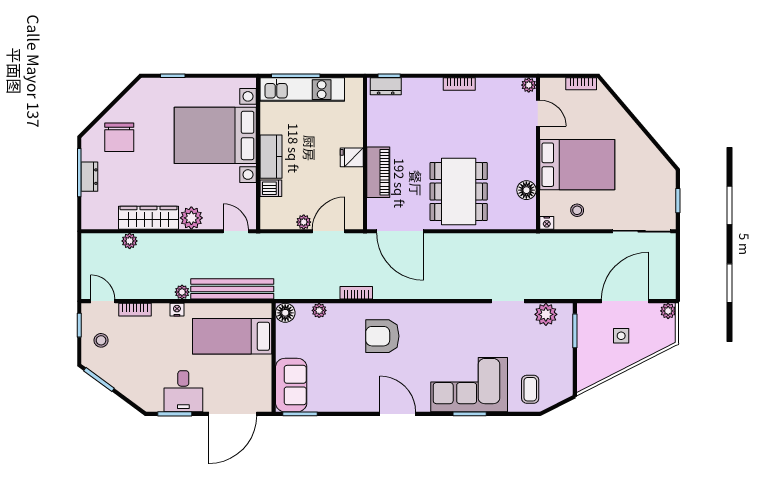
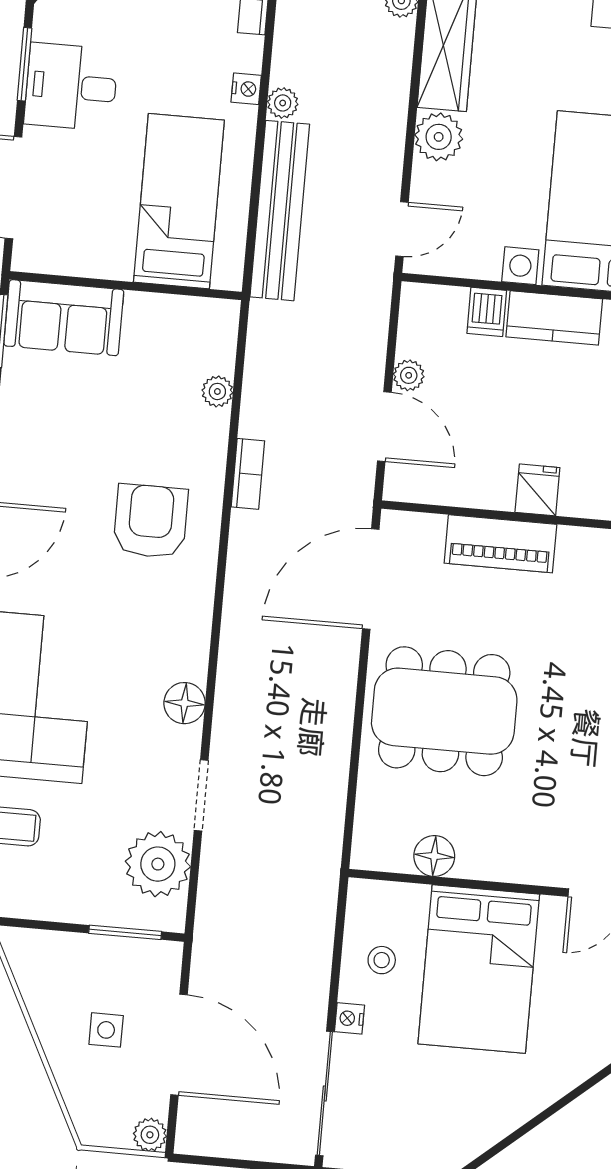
nightstand: (547, 223) -> (350, 1018), moved
floor lamp: (285, 313) -> (185, 703), moved
plant: (546, 314) -> (158, 864), width x1.36, depth x1.36

